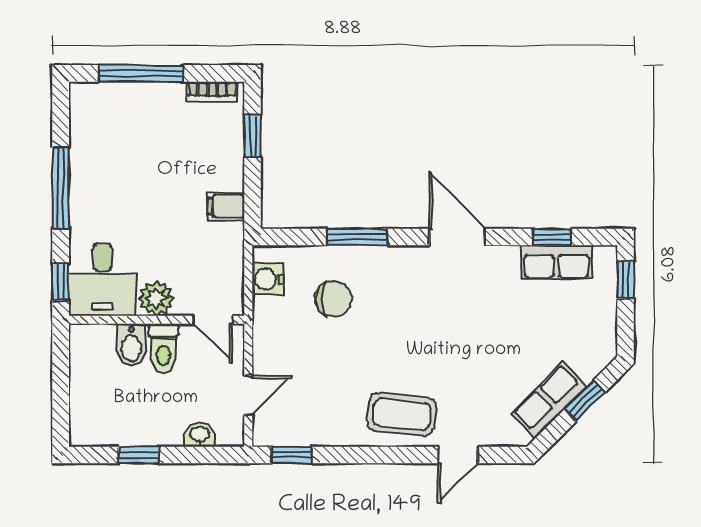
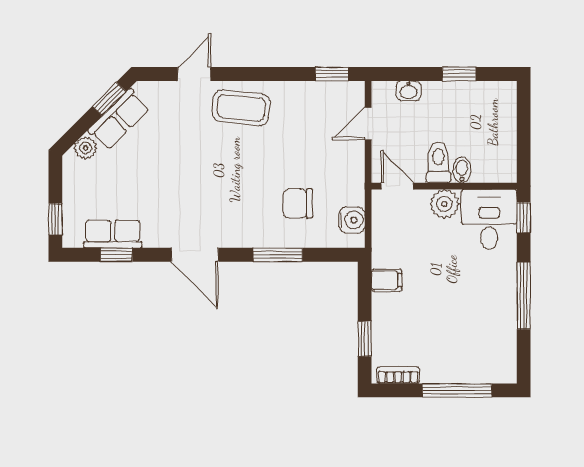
bidet: (131, 345) -> (462, 170), width x0.72, depth x0.74
plant: (589, 366) -> (86, 148), added
window: (585, 401) -> (109, 99), moved

